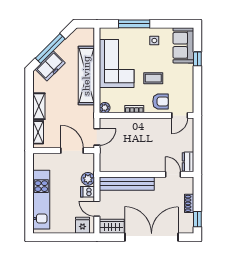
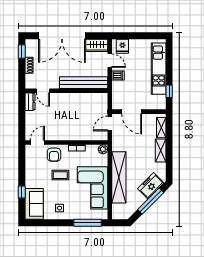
window: (134, 24) -> (87, 223), moved
armchair: (161, 101) -> (54, 155), turned -90
window: (29, 174) -> (169, 91), added
plant: (88, 179) -> (118, 87), removed

